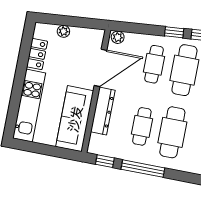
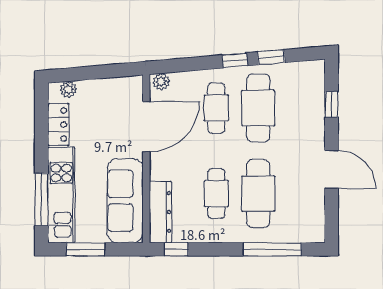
plant: (63, 31) -> (68, 89), moved
window: (14, 106) -> (41, 200), added
dresser: (103, 111) -> (160, 212), moved
window: (39, 148) -> (86, 249), added
window: (143, 169) -> (272, 249), moved

